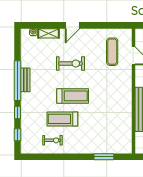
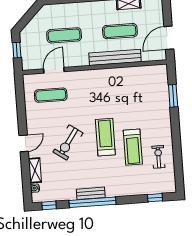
door: (72, 25) -> (24, 143), hinge flipped
exercise bike: (70, 63) -> (68, 142), turned -145
window: (17, 113) -> (49, 205), moved

